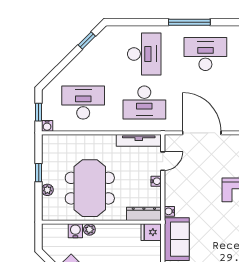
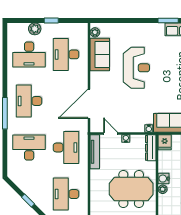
window: (87, 40) -> (28, 200), moved
water cooler: (75, 231) -> (164, 179), moved

